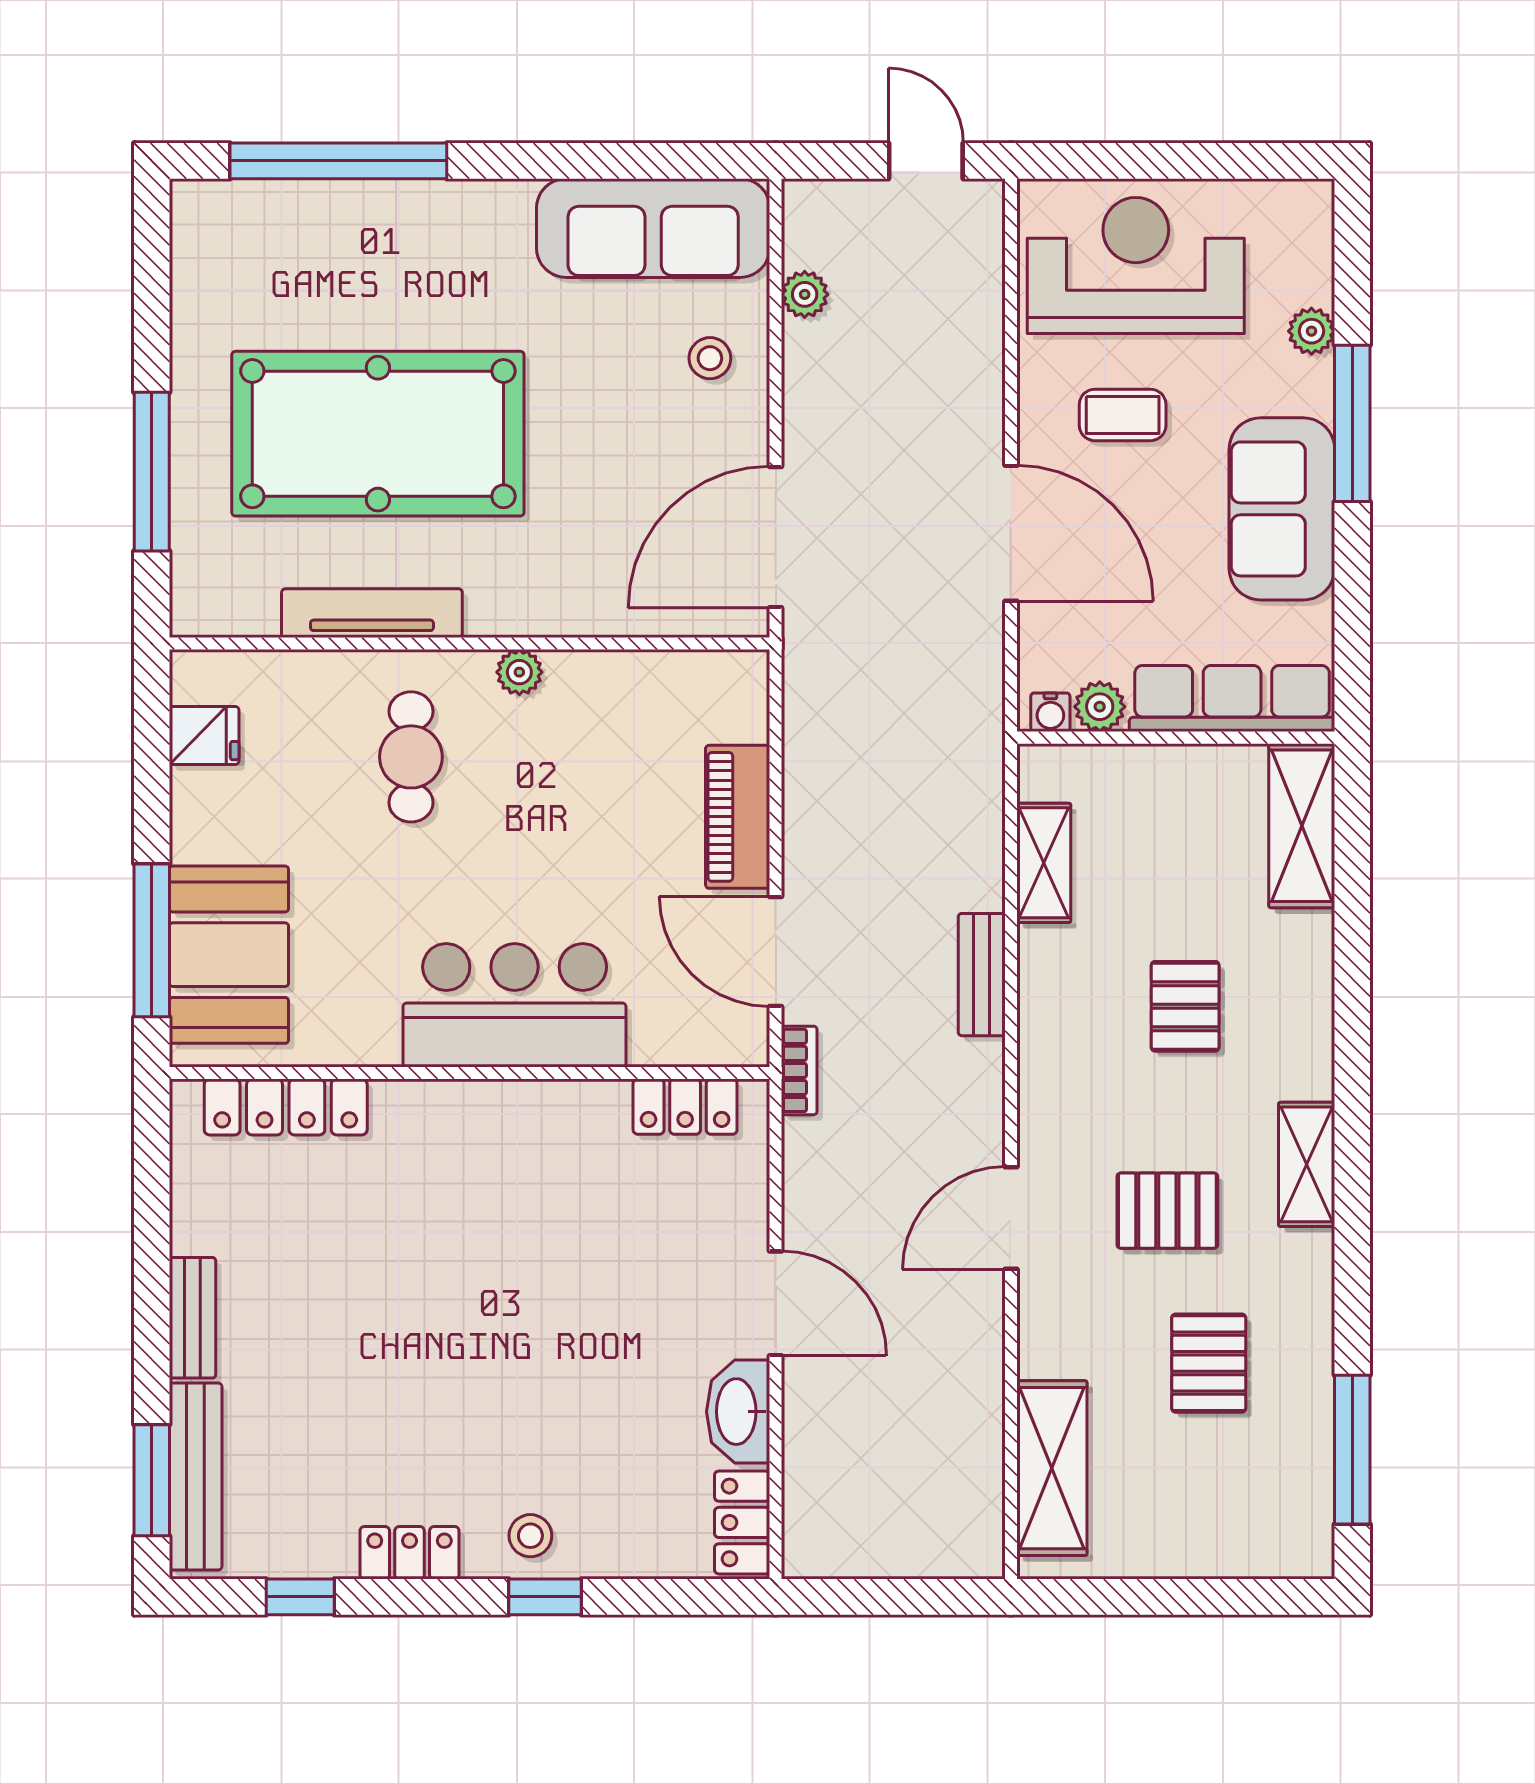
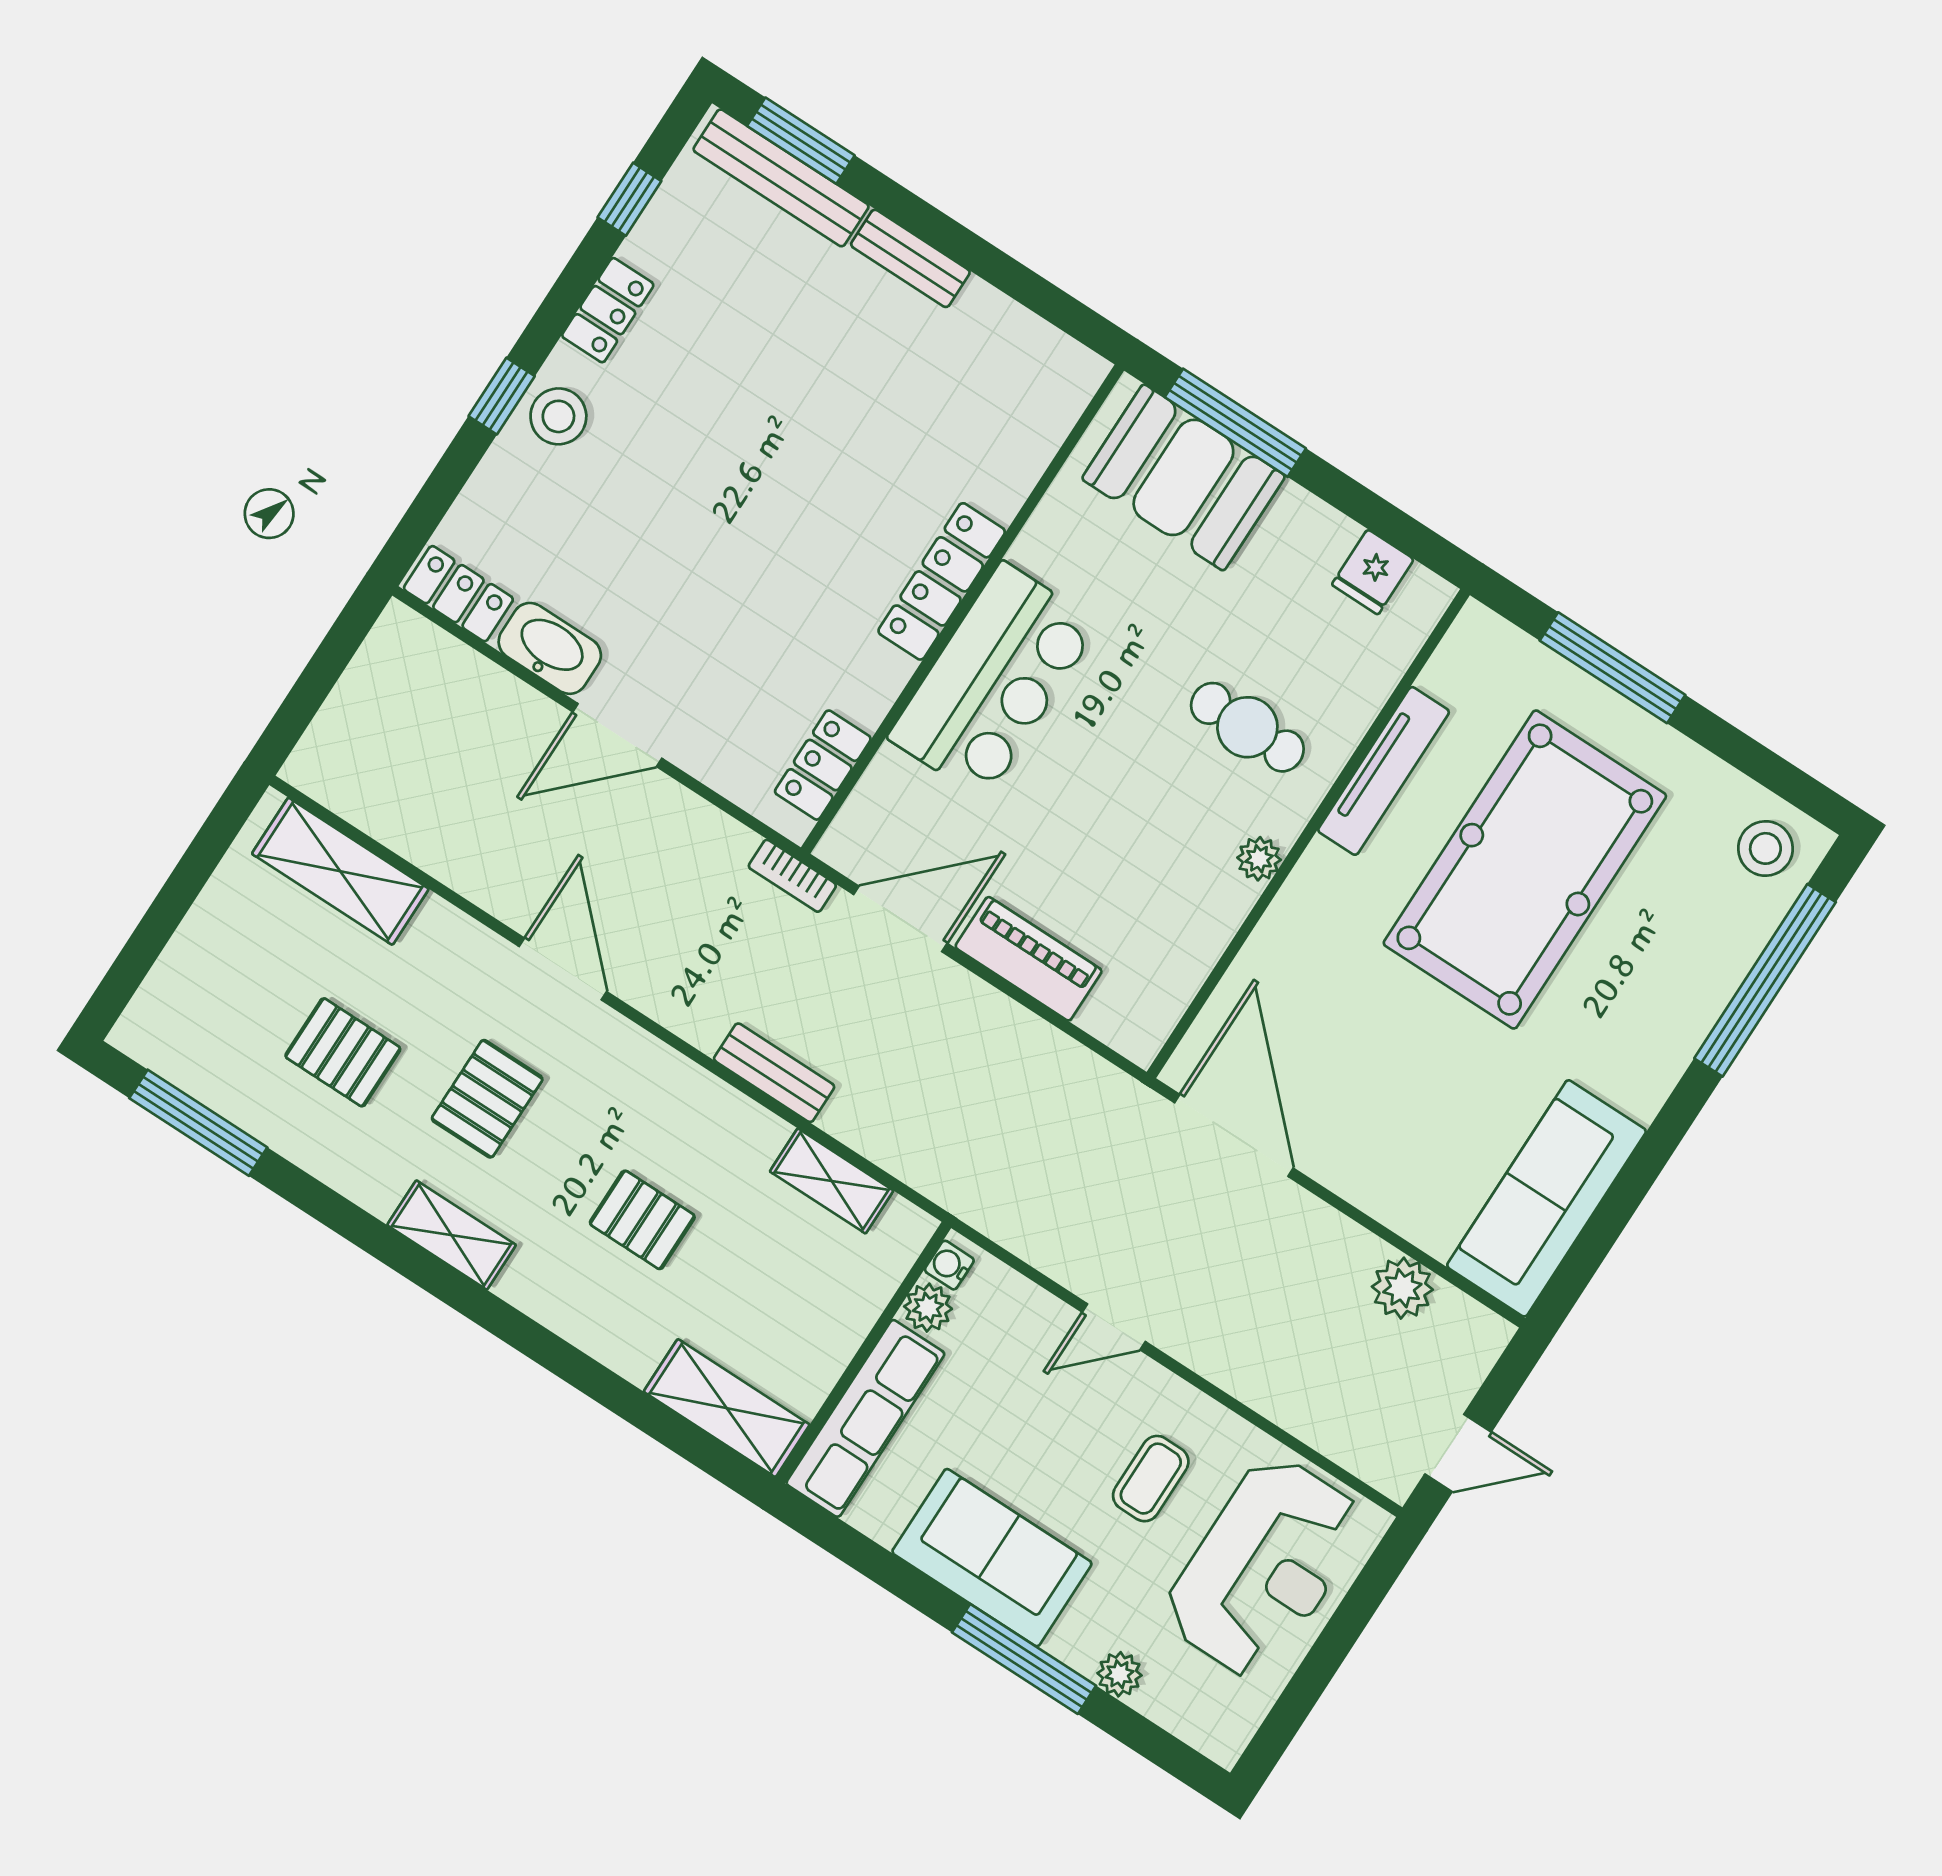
plant: (805, 294) -> (1402, 1288), width x1.38, depth x1.38
stool: (710, 358) -> (1765, 848), moved, width x1.37, depth x1.37
door: (1011, 533) -> (1114, 1327), width x0.53
locker: (286, 1107) -> (942, 581), moved
stool: (530, 1536) -> (558, 416), width x1.37, depth x1.37

